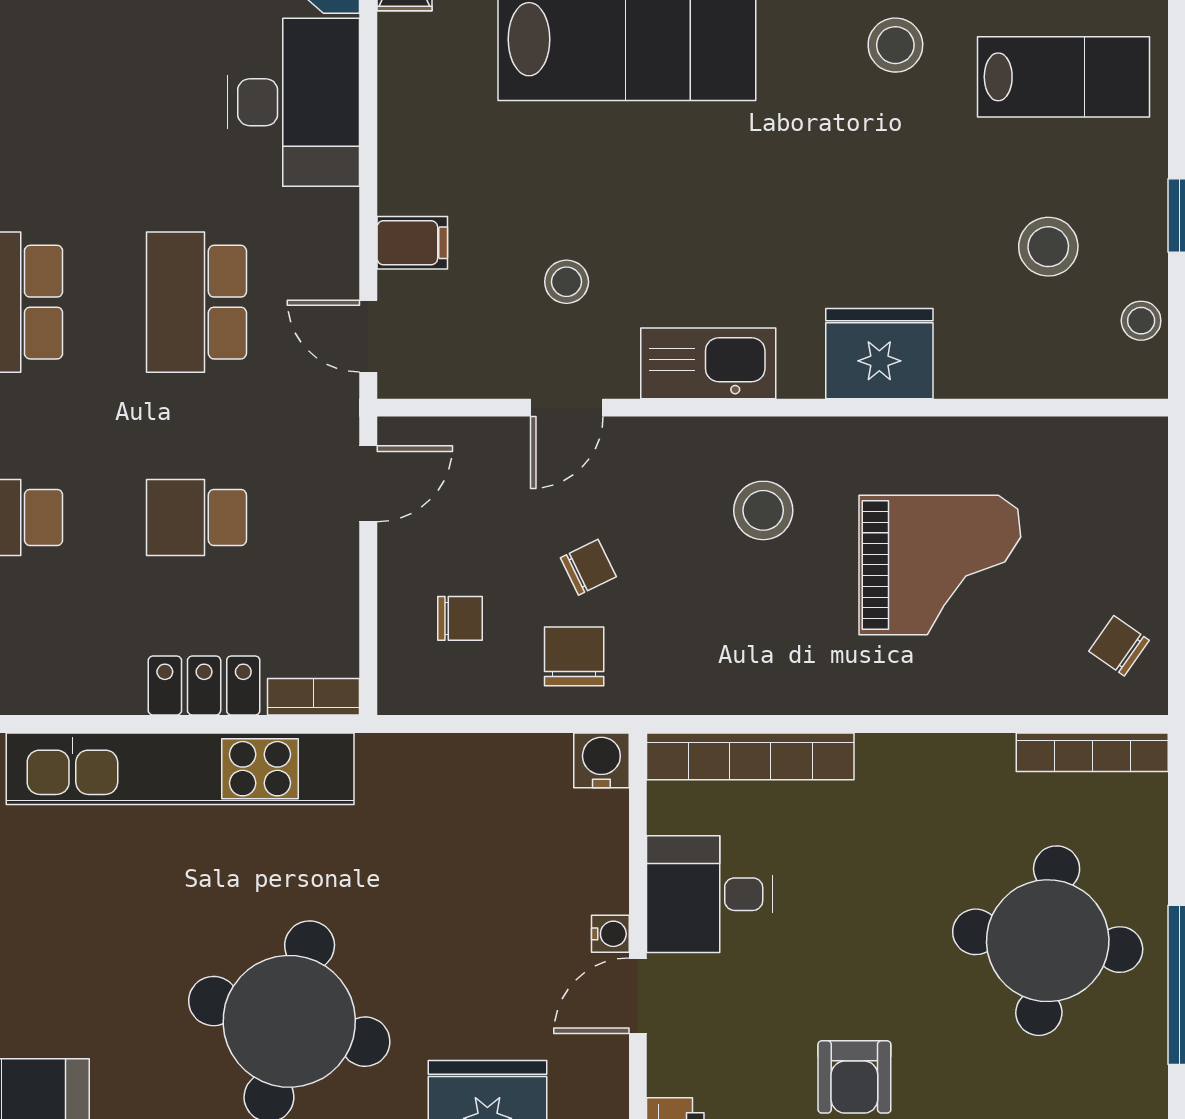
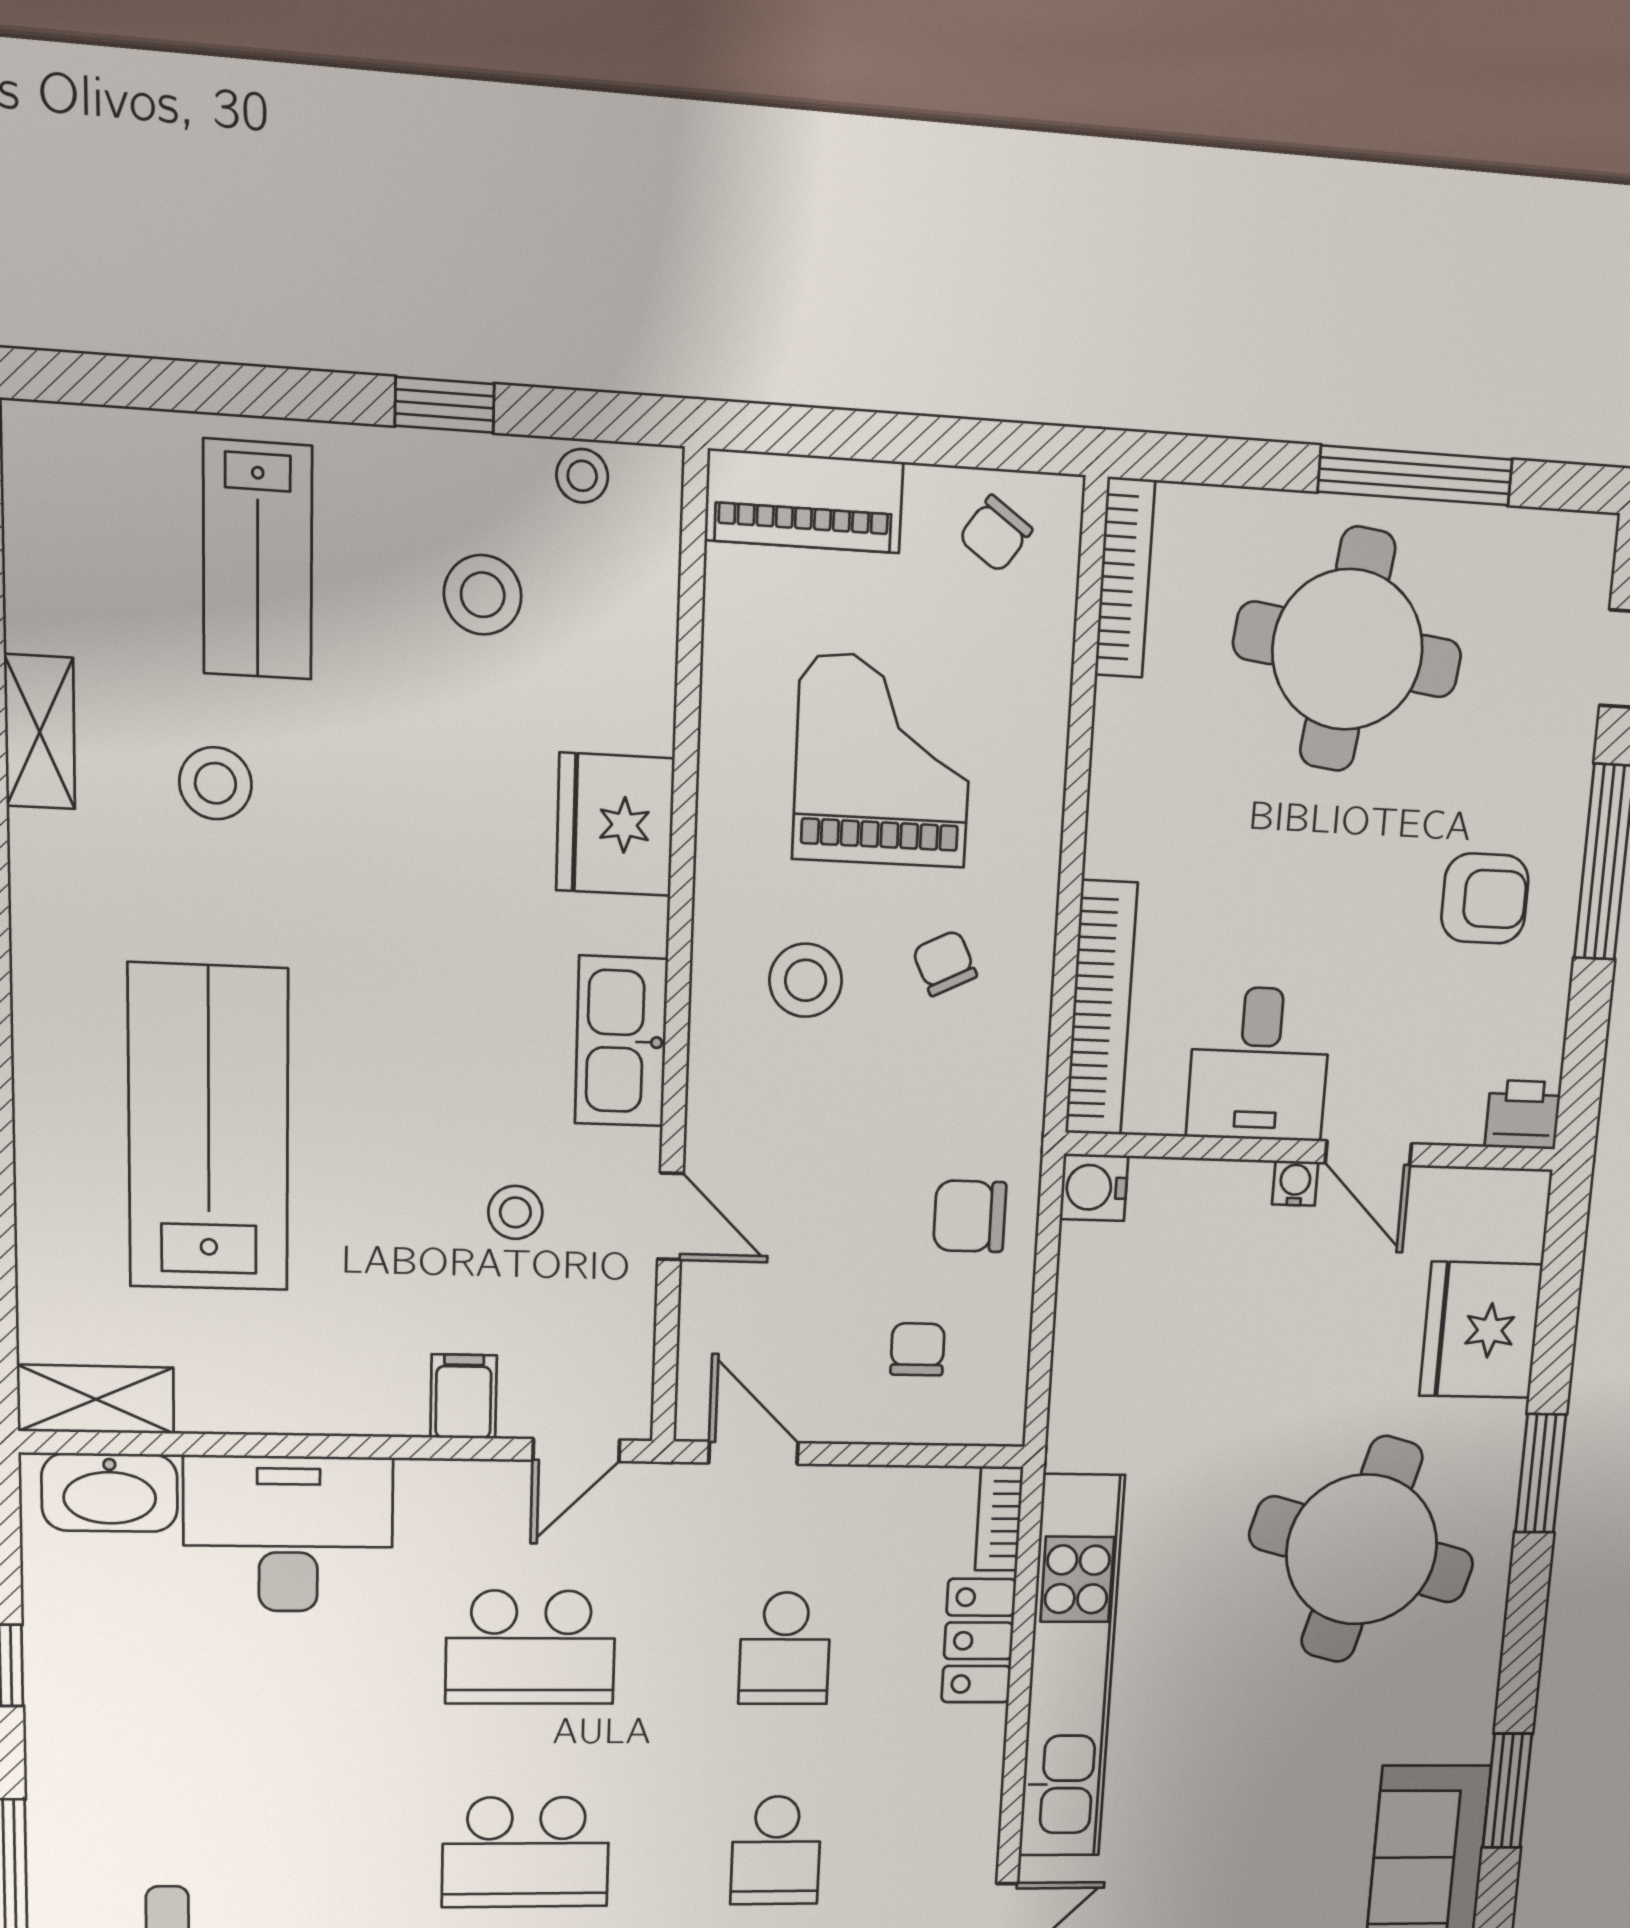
lab bench: (1063, 77) -> (258, 560), turned 180
piano: (1134, 493) -> (804, 501), added
chair: (588, 567) -> (945, 963), moved

